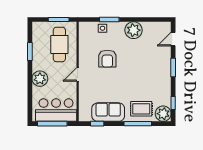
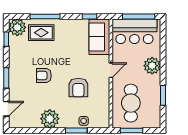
armchair: (107, 59) -> (78, 88), turned 180
armchair: (139, 70) -> (44, 76), added
sofa: (108, 112) -> (99, 37), moved, turned 90

